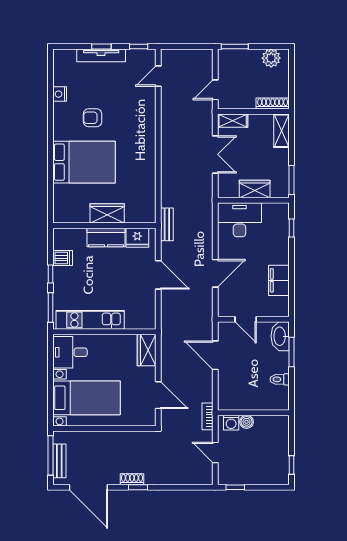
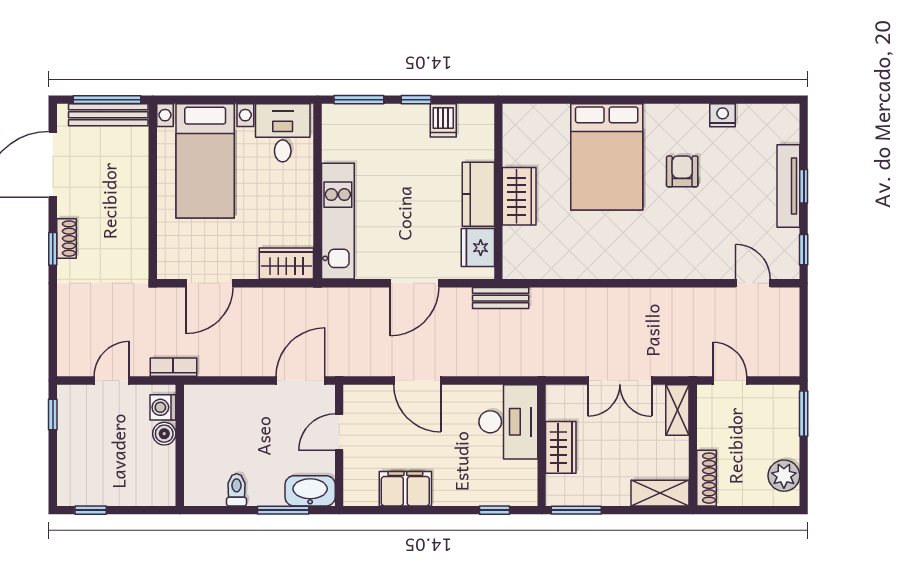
kitchen unit: (90, 320) -> (338, 221), moved
door: (215, 355) -> (301, 381), moved
bench: (59, 461) -> (108, 115), width x1.36

